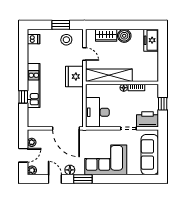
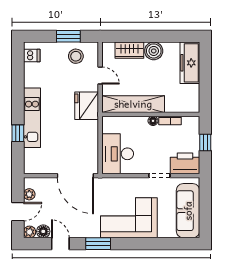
freezer: (151, 40) -> (190, 63), width x1.40
floor lamp: (70, 170) -> (43, 231), moved

